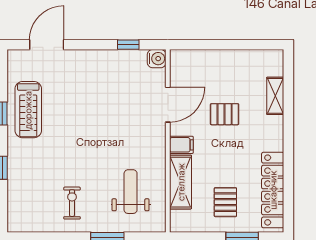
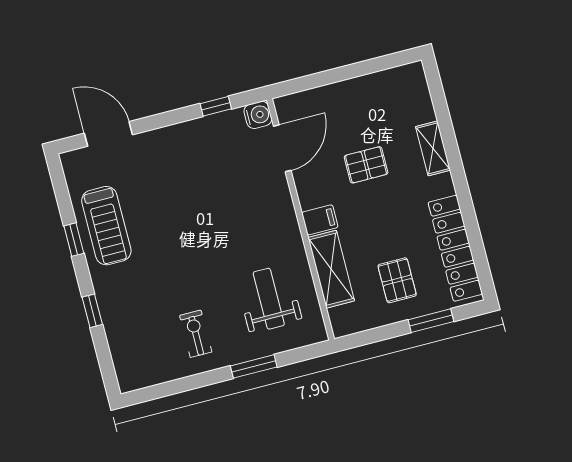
door: (47, 45) -> (108, 134), hinge flipped
shelving: (275, 96) -> (433, 148), moved
door: (168, 105) -> (282, 148), moved

